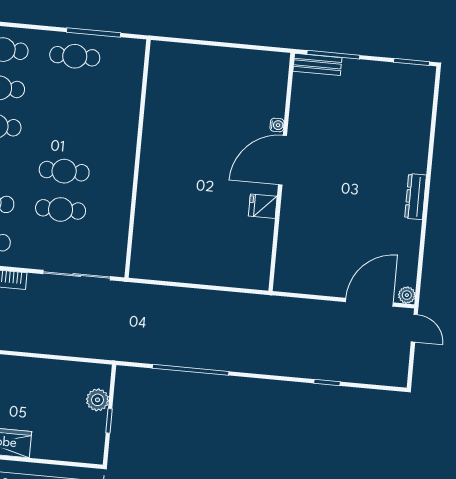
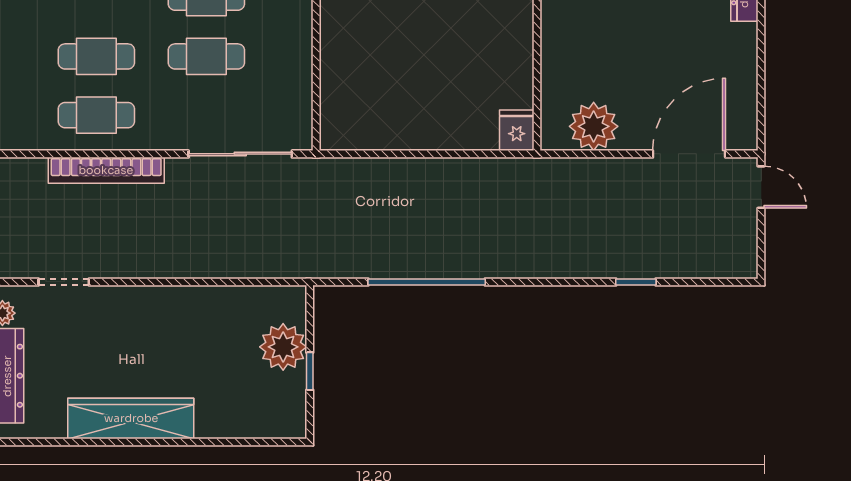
fridge: (263, 206) -> (517, 130), moved, turned 90
plant: (407, 295) -> (594, 126), moved, width x1.87, depth x1.87
plant: (98, 400) -> (283, 347), width x1.36, depth x1.36

